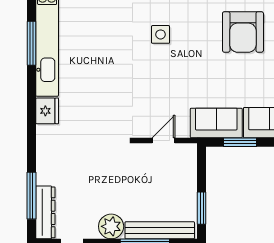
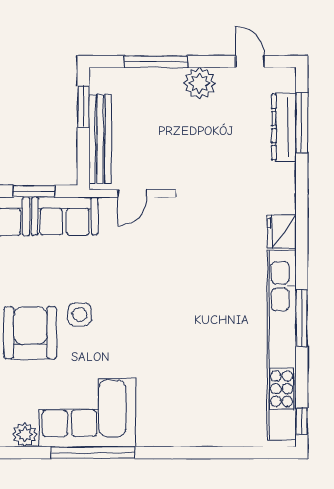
side table: (161, 34) -> (80, 314), moved
dresser: (45, 212) -> (284, 127), moved
bench: (160, 230) -> (100, 139), moved, turned 90

